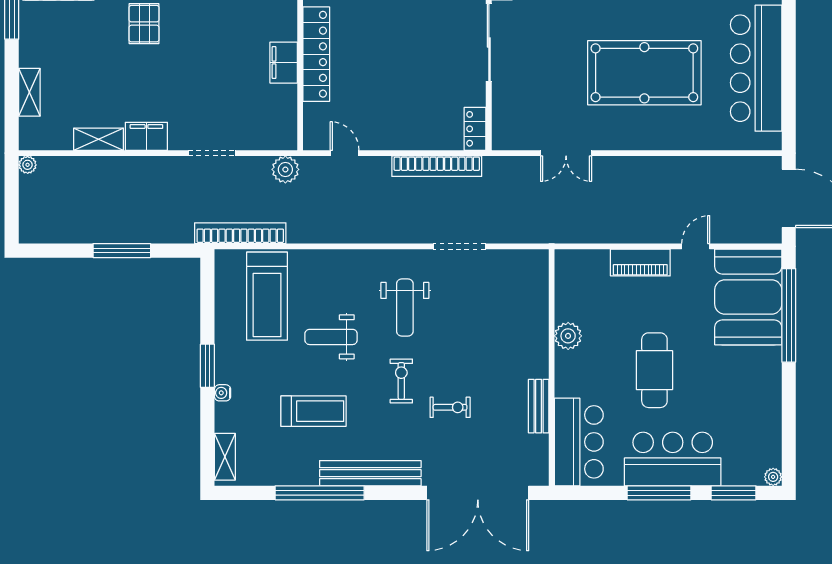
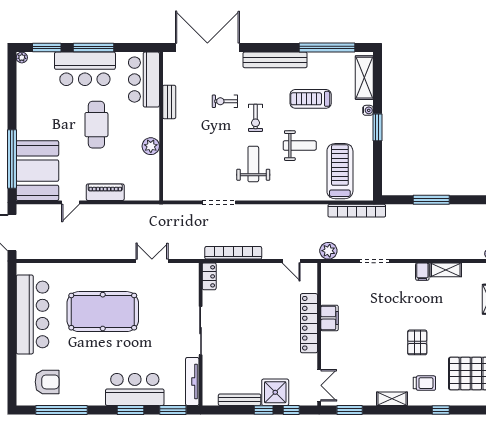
filing cabinet: (146, 136) -> (422, 272), width x0.50
shelving: (225, 457) -> (364, 78), width x1.50, depth x1.33
window: (320, 493) -> (327, 48), moved

